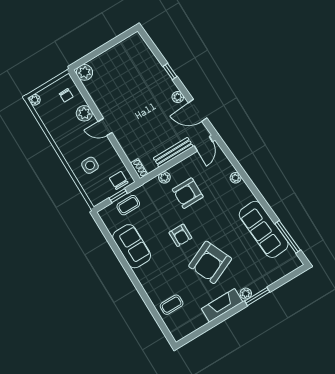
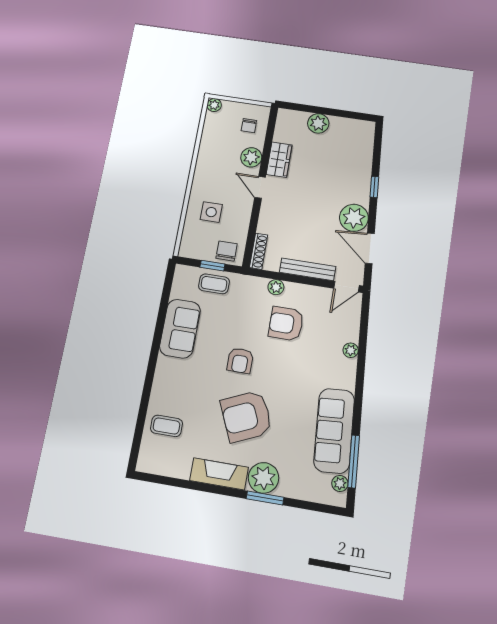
plant: (85, 72) -> (318, 123), moved
plant: (178, 97) -> (354, 218), width x1.87, depth x1.87
wardrobe: (102, 101) -> (279, 160), added
shoe rack: (139, 169) -> (259, 251), width x1.43
plant: (290, 255) -> (340, 483), added
plant: (246, 294) -> (263, 478), width x1.87, depth x1.87

